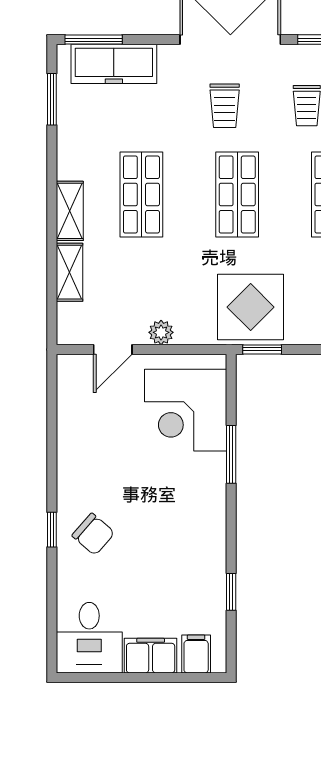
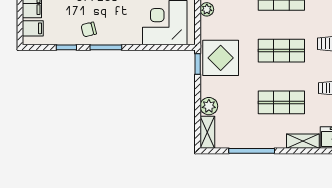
window: (231, 454) -> (106, 47), moved
chair: (198, 551) -> (89, 29), added

